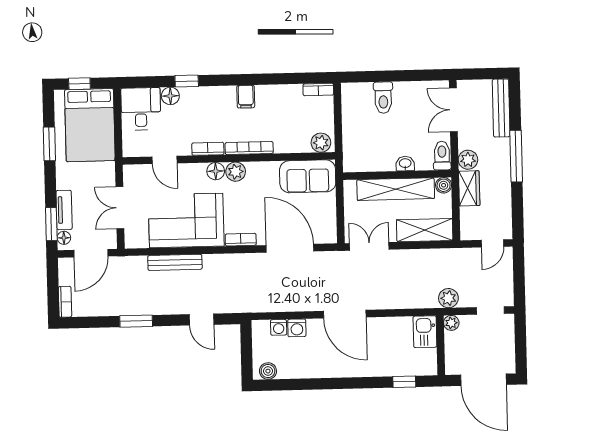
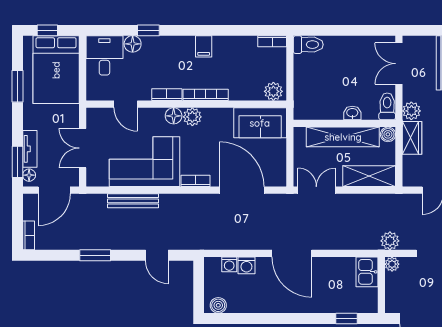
toilet: (383, 98) -> (308, 45), moved, turned -90

